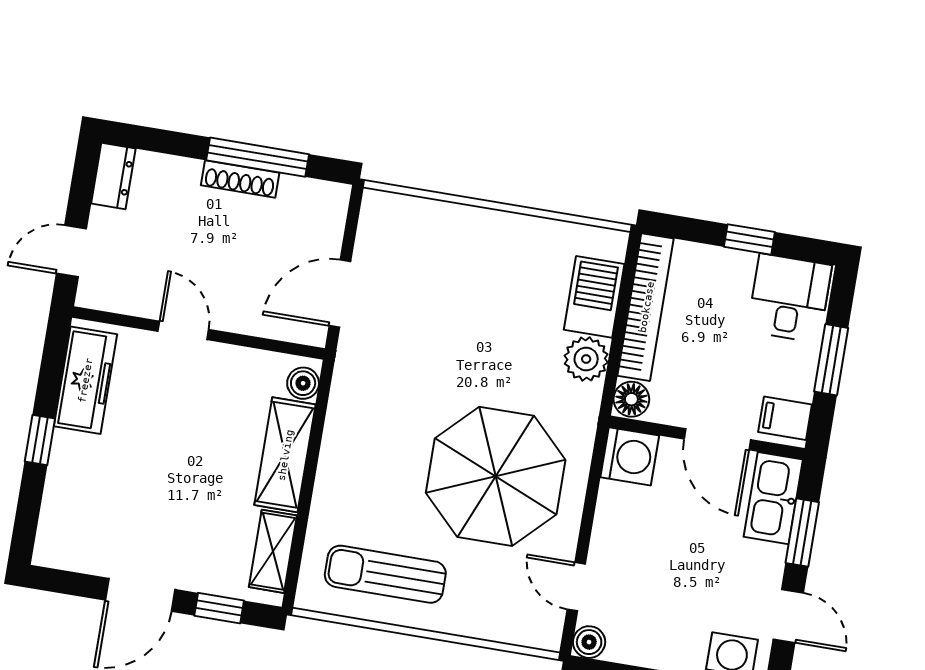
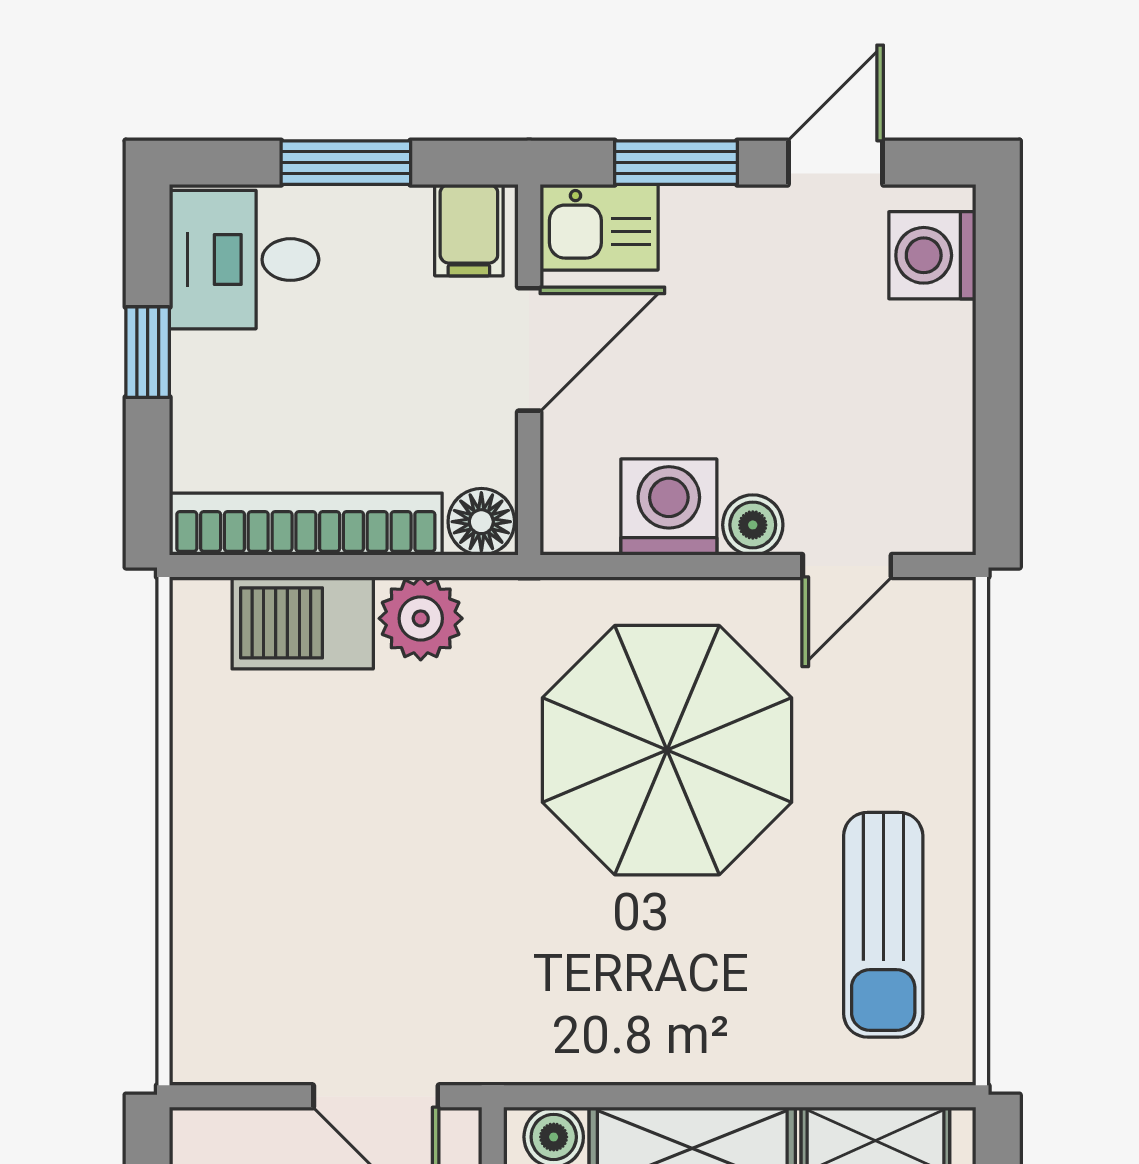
washing machine: (630, 456) -> (669, 507), moved
kitchen sink: (773, 498) -> (599, 227), width x0.73
boiler: (589, 642) -> (753, 525), moved

